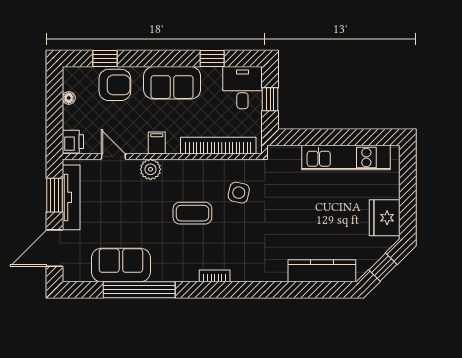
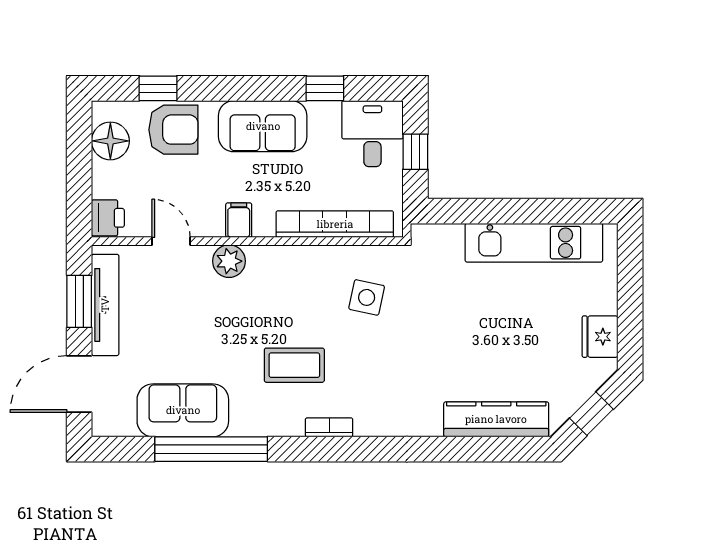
floor lamp: (69, 98) -> (110, 141), width x1.89, depth x1.89
coffee table: (192, 213) -> (294, 365), moved
fridge: (385, 218) -> (600, 337), width x0.73, depth x0.75

